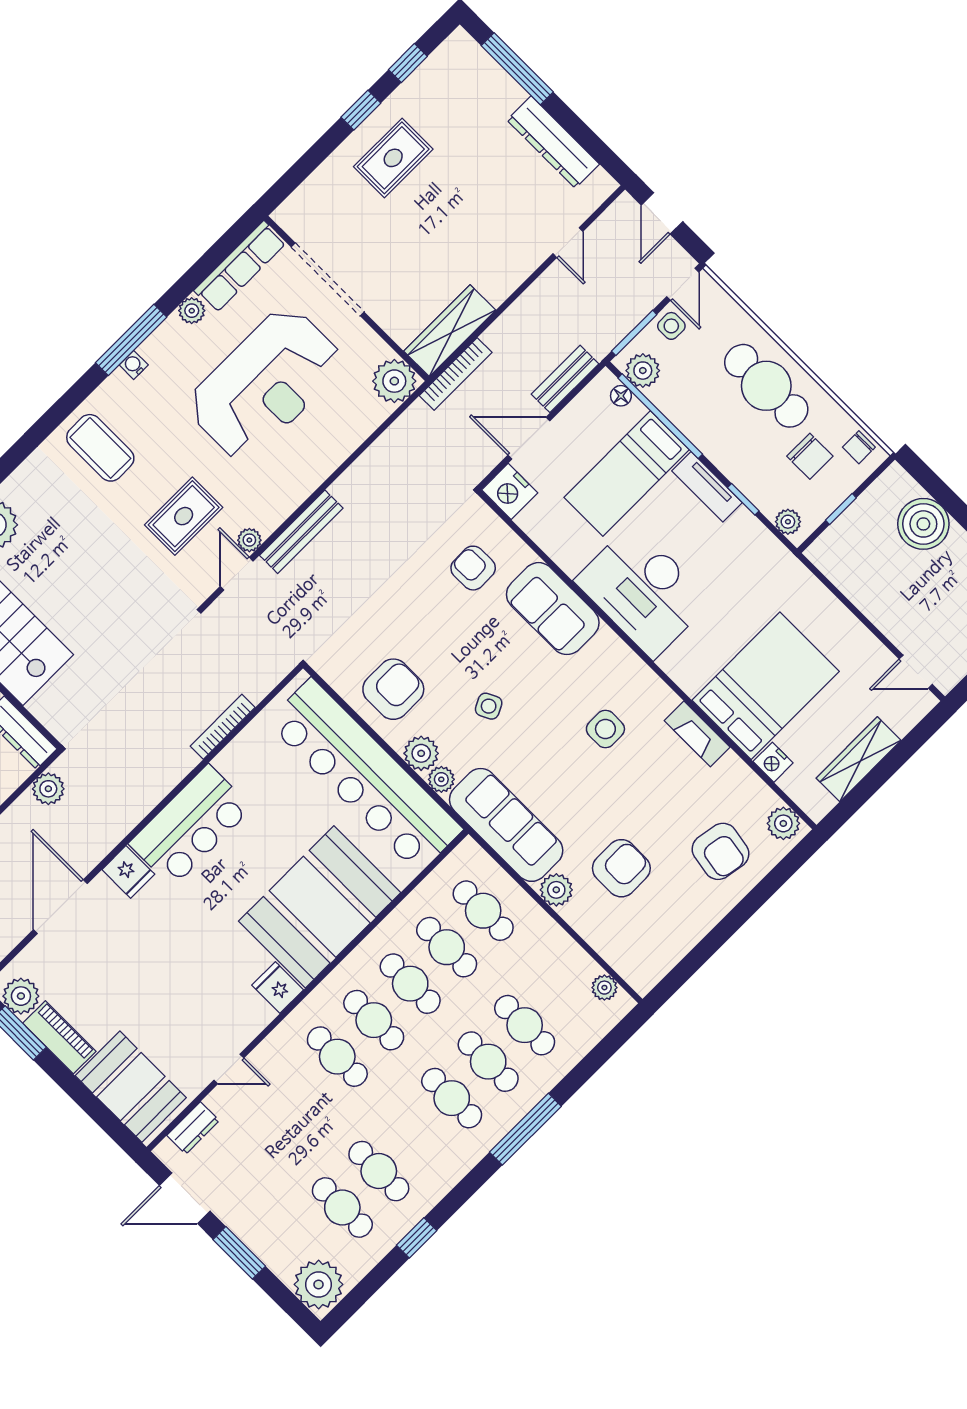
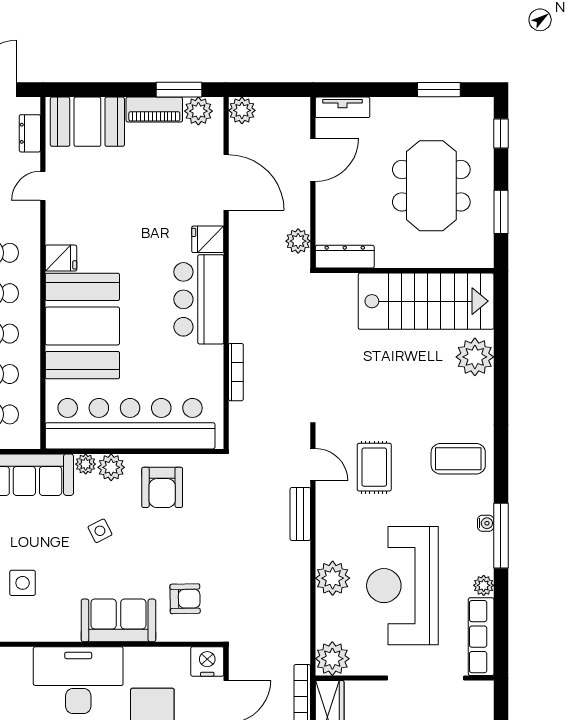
bench: (301, 532) -> (300, 514), width x0.73
plant: (249, 540) -> (333, 578), moved, width x1.88, depth x1.88

